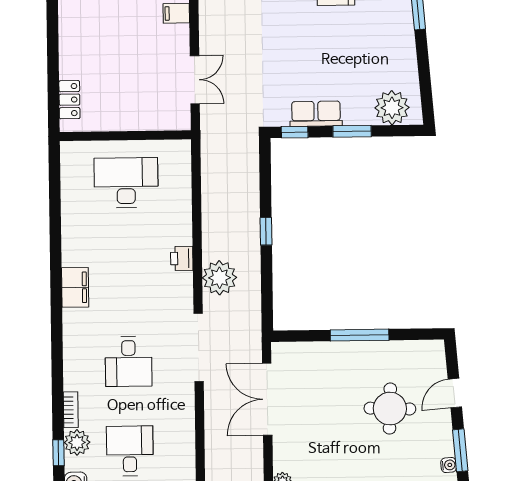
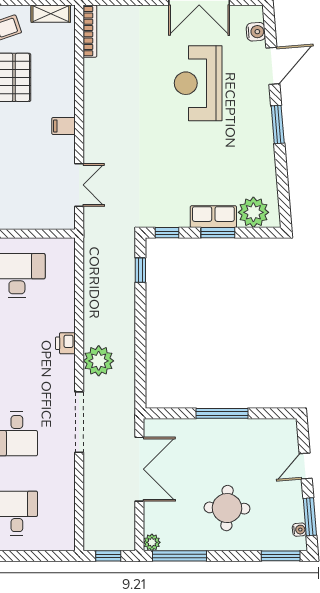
row of seats: (316, 114) -> (213, 217), moved
window: (266, 231) -> (140, 270), moved
double door: (267, 399) -> (139, 469), swing flipped
round table: (390, 409) -> (227, 508), moved

